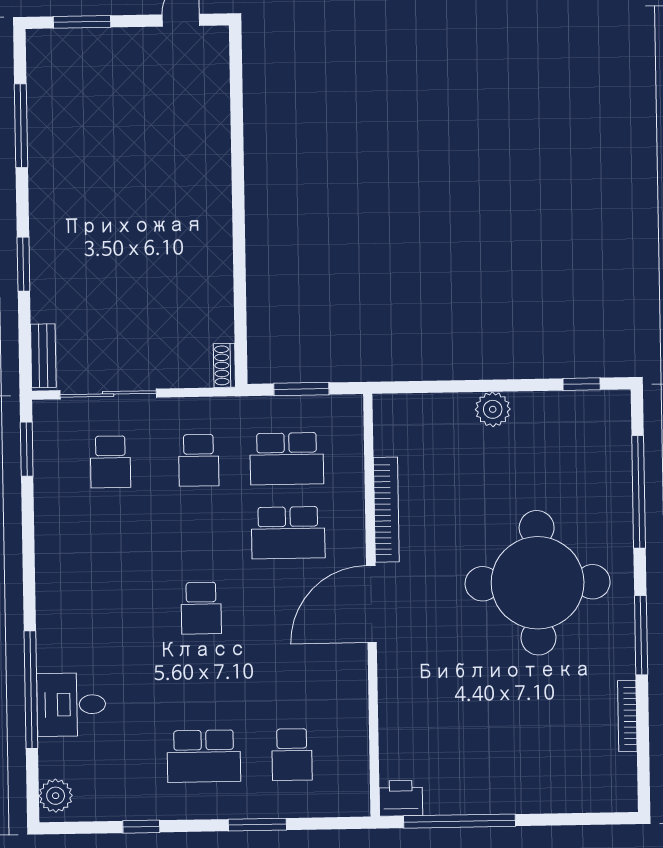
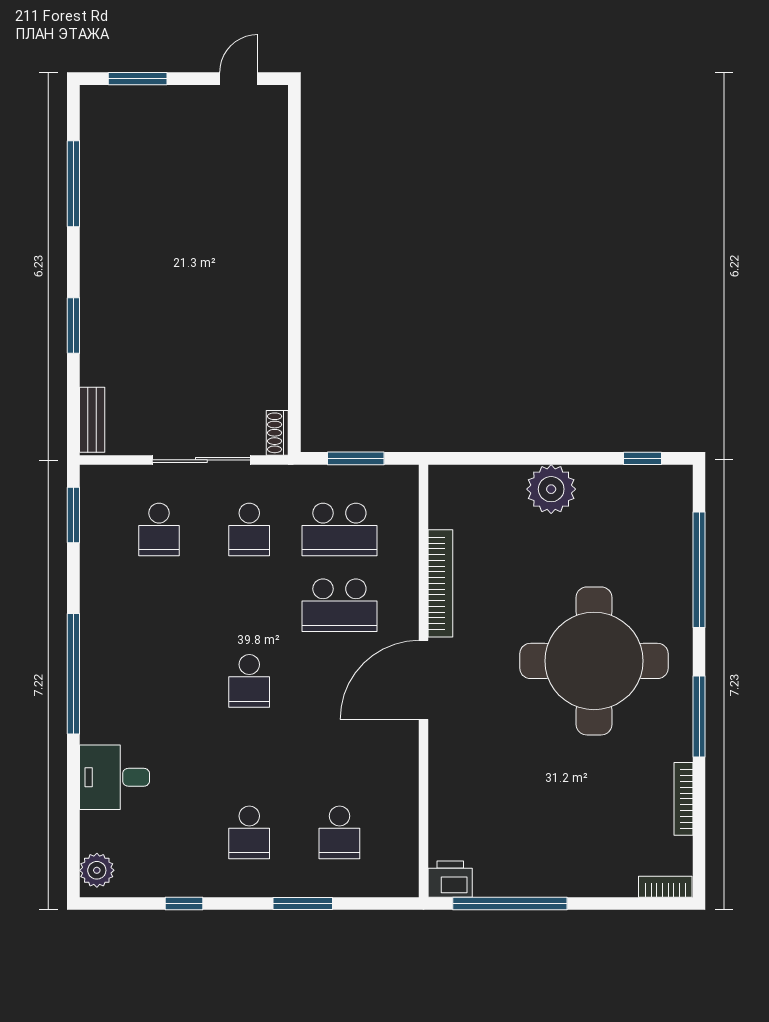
sliding door: (108, 394) -> (201, 460), moved
plant: (493, 409) -> (551, 489), width x1.36, depth x1.36
window: (31, 690) -> (73, 674), moved
school desk: (204, 756) -> (249, 832), width x0.54
bookcase: (611, 802) -> (665, 887), added

